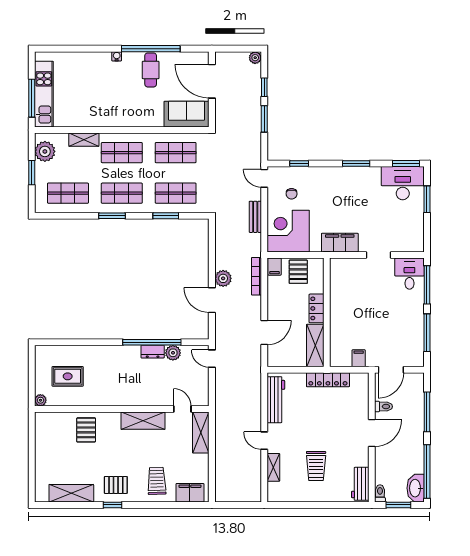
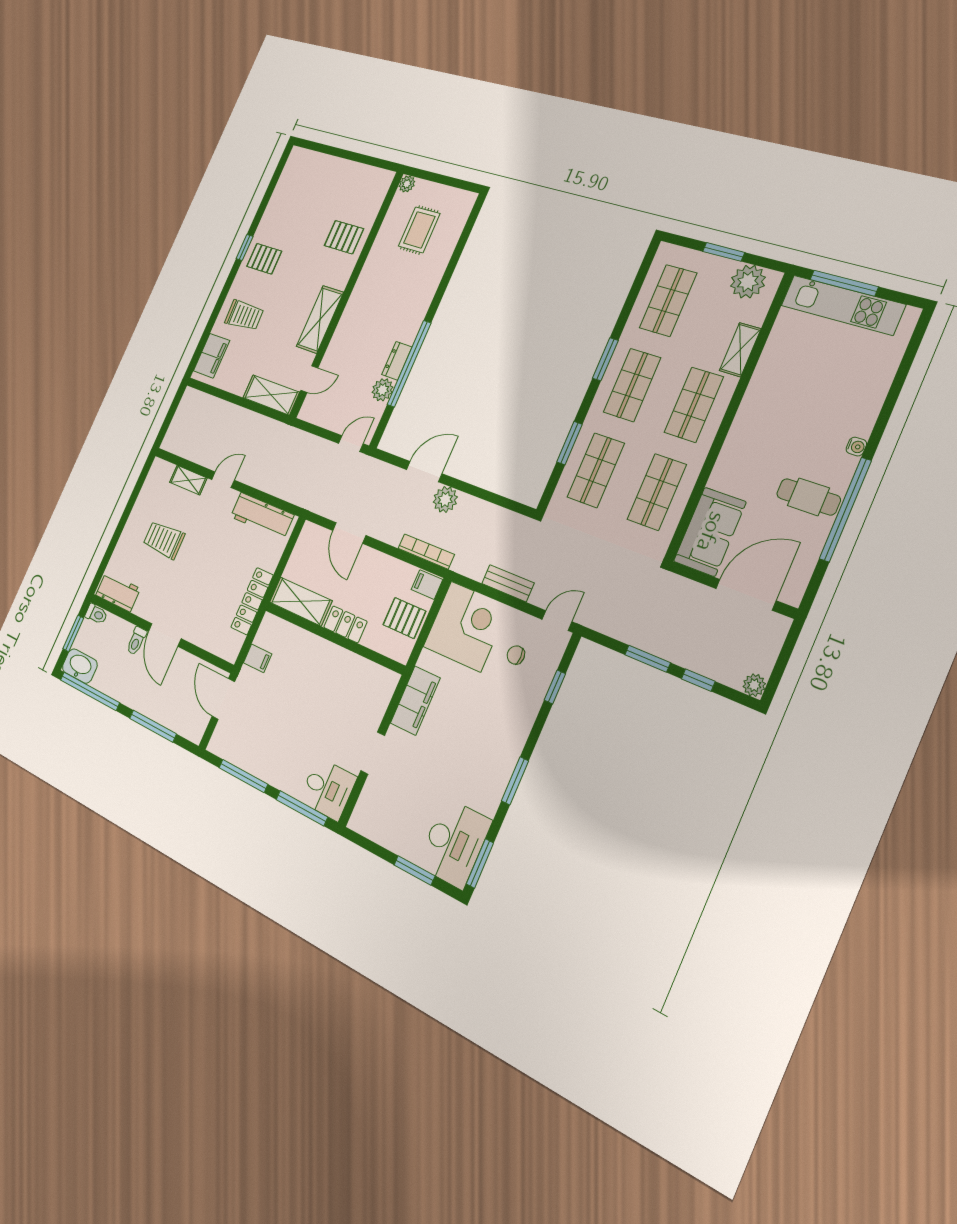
toilet: (383, 407) -> (136, 641), moved
pallet: (116, 485) -> (264, 259), turned 90
shelving: (71, 493) -> (282, 197), removed

